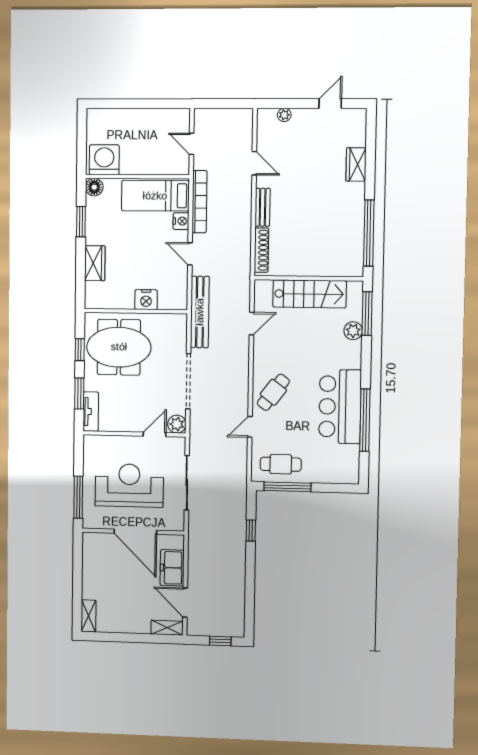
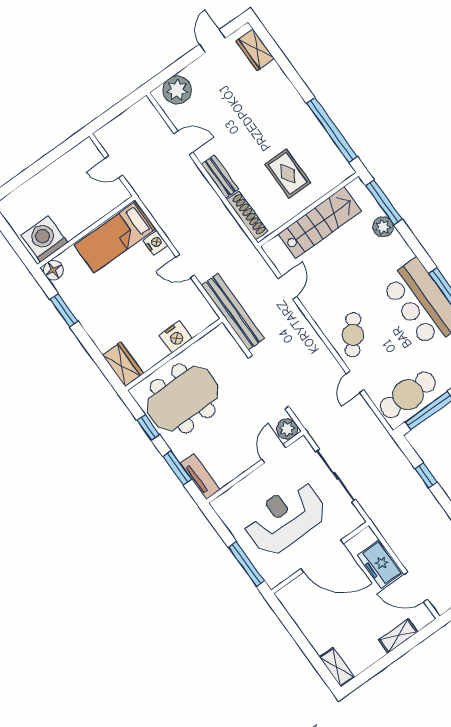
plant: (284, 115) -> (177, 90), width x1.88, depth x1.88
wardrobe: (356, 164) -> (255, 50), moved
bookcase: (199, 202) -> (159, 213), removed
rug: (313, 241) -> (288, 174), added
wardrobe: (95, 263) -> (123, 364), moved
cafe table: (281, 464) -> (408, 395), width x1.37, depth x1.35
shelving: (167, 628) -> (398, 636), moved

